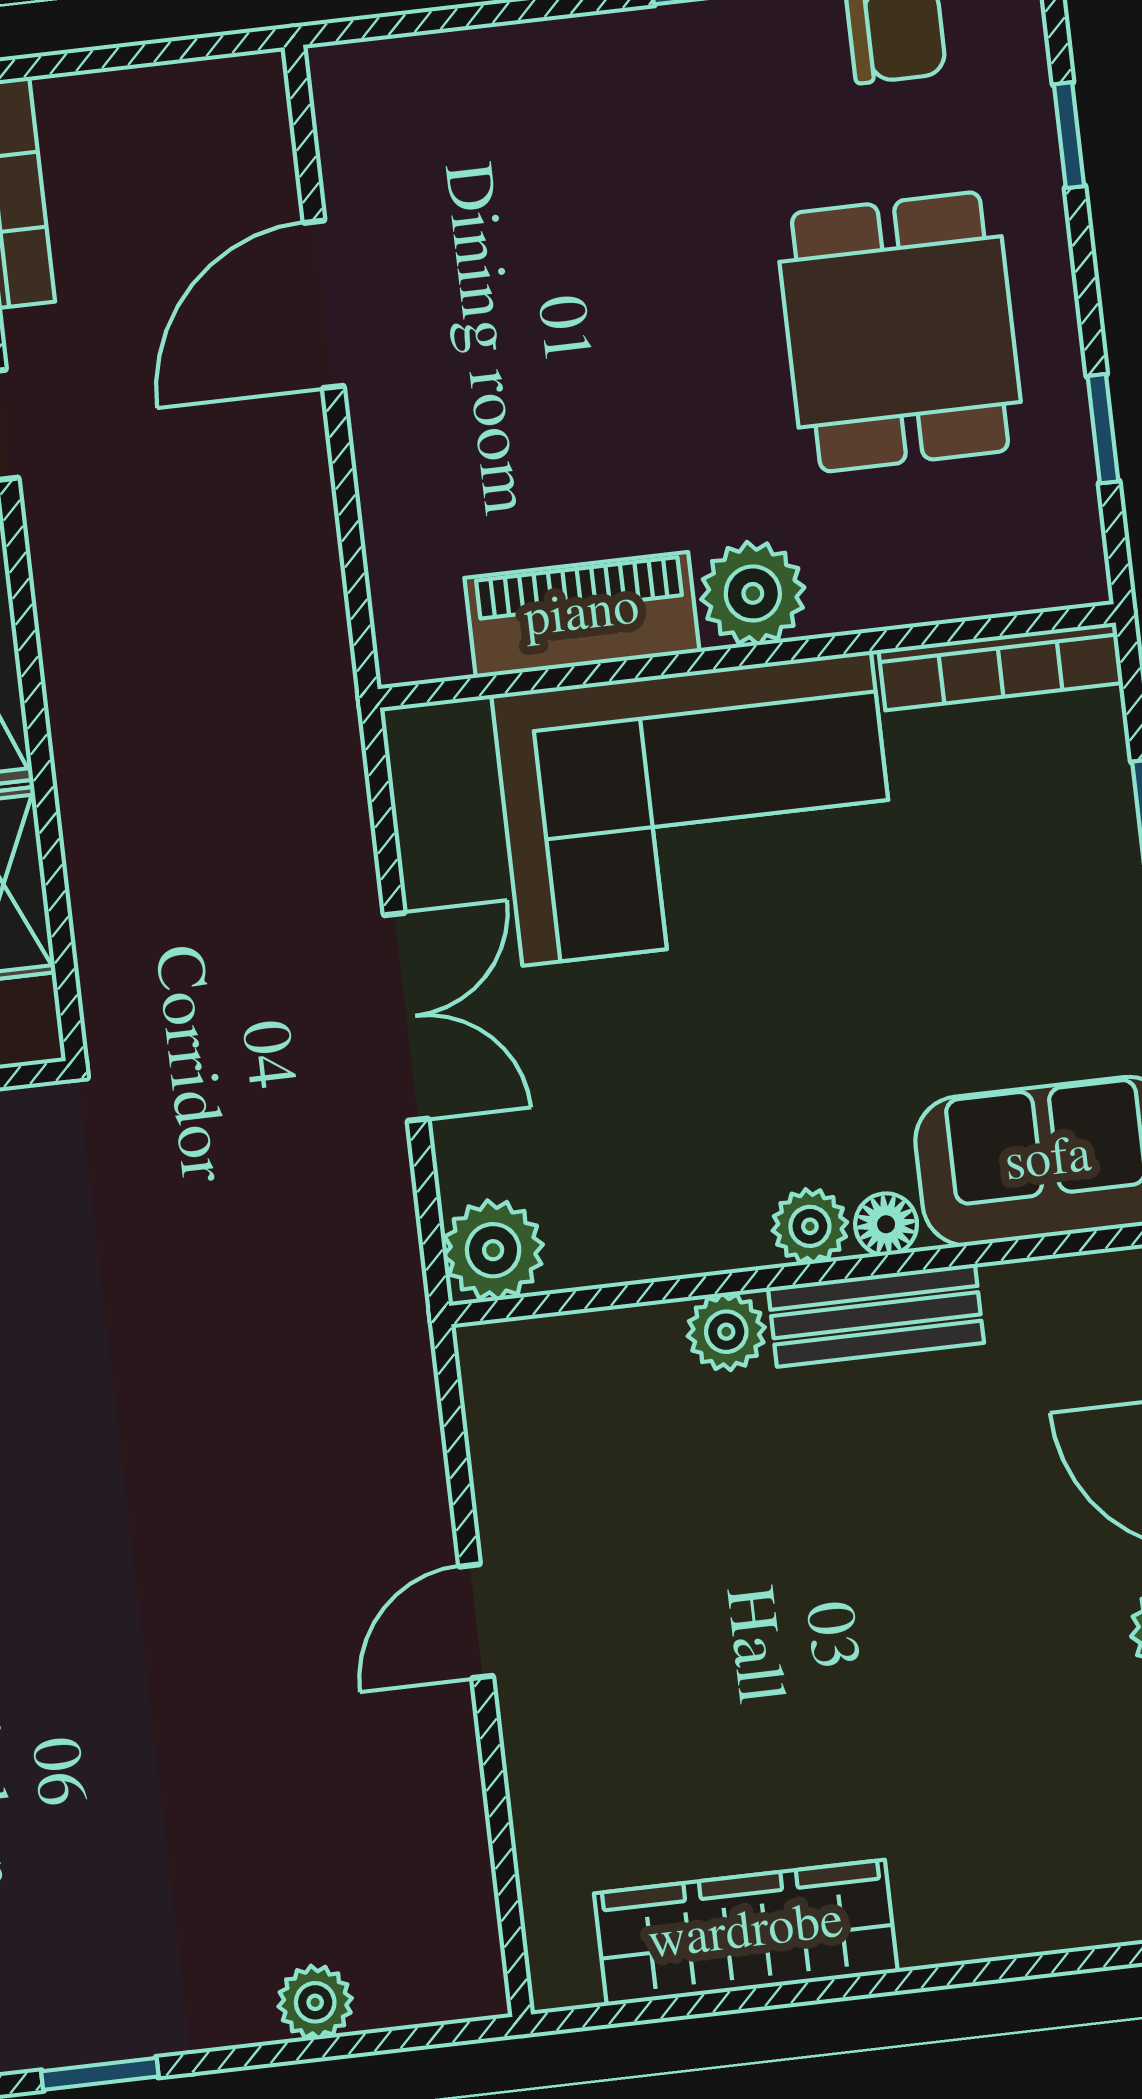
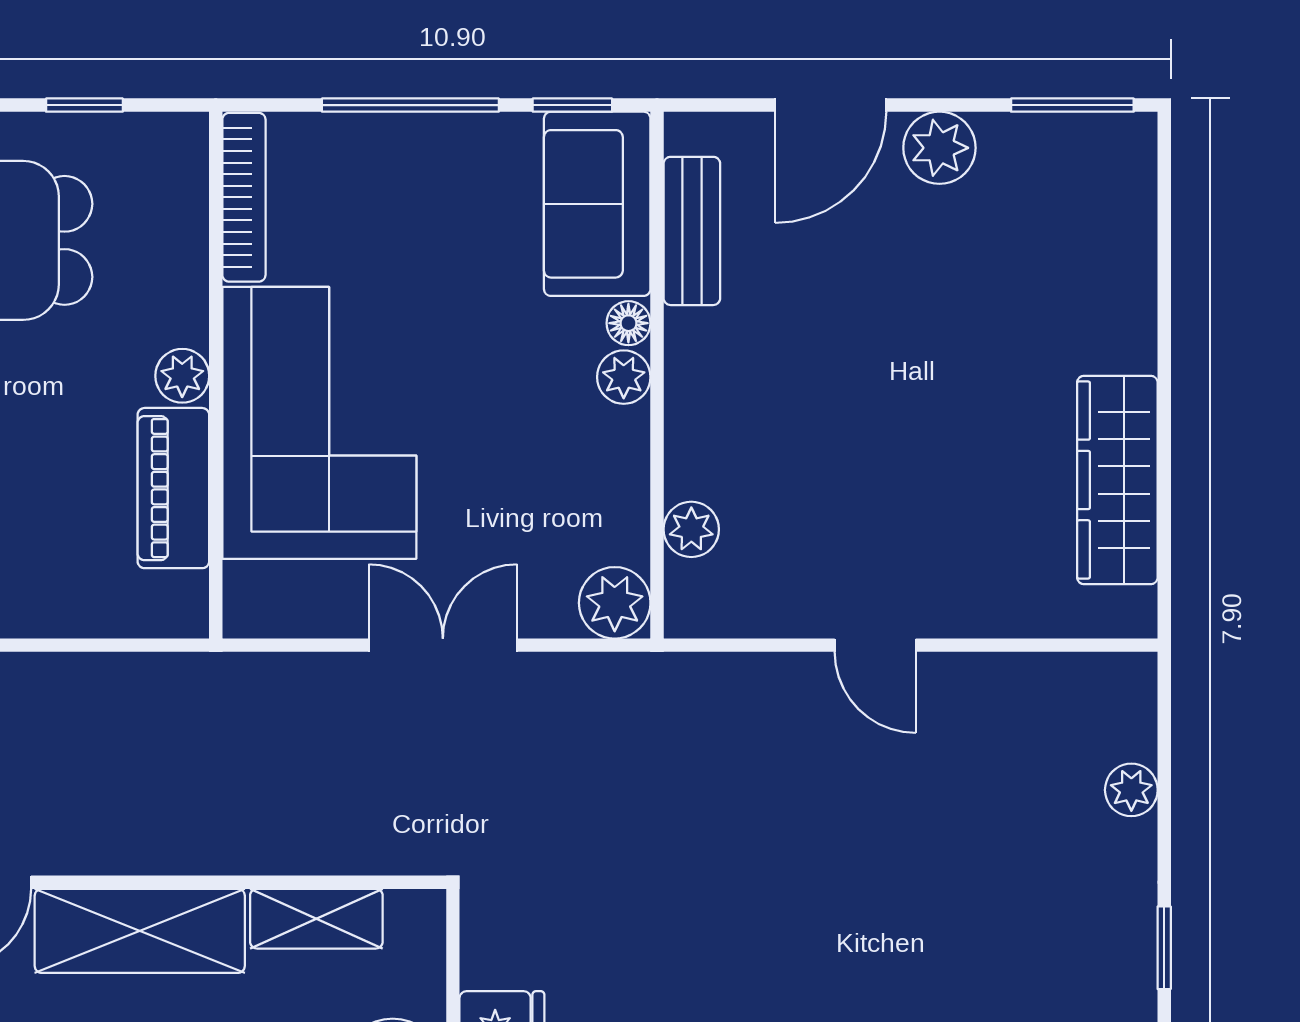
plant: (753, 593) -> (182, 376), width x0.73, depth x0.73
bench: (876, 1315) -> (692, 231), moved
plant: (726, 1332) -> (691, 529), moved

